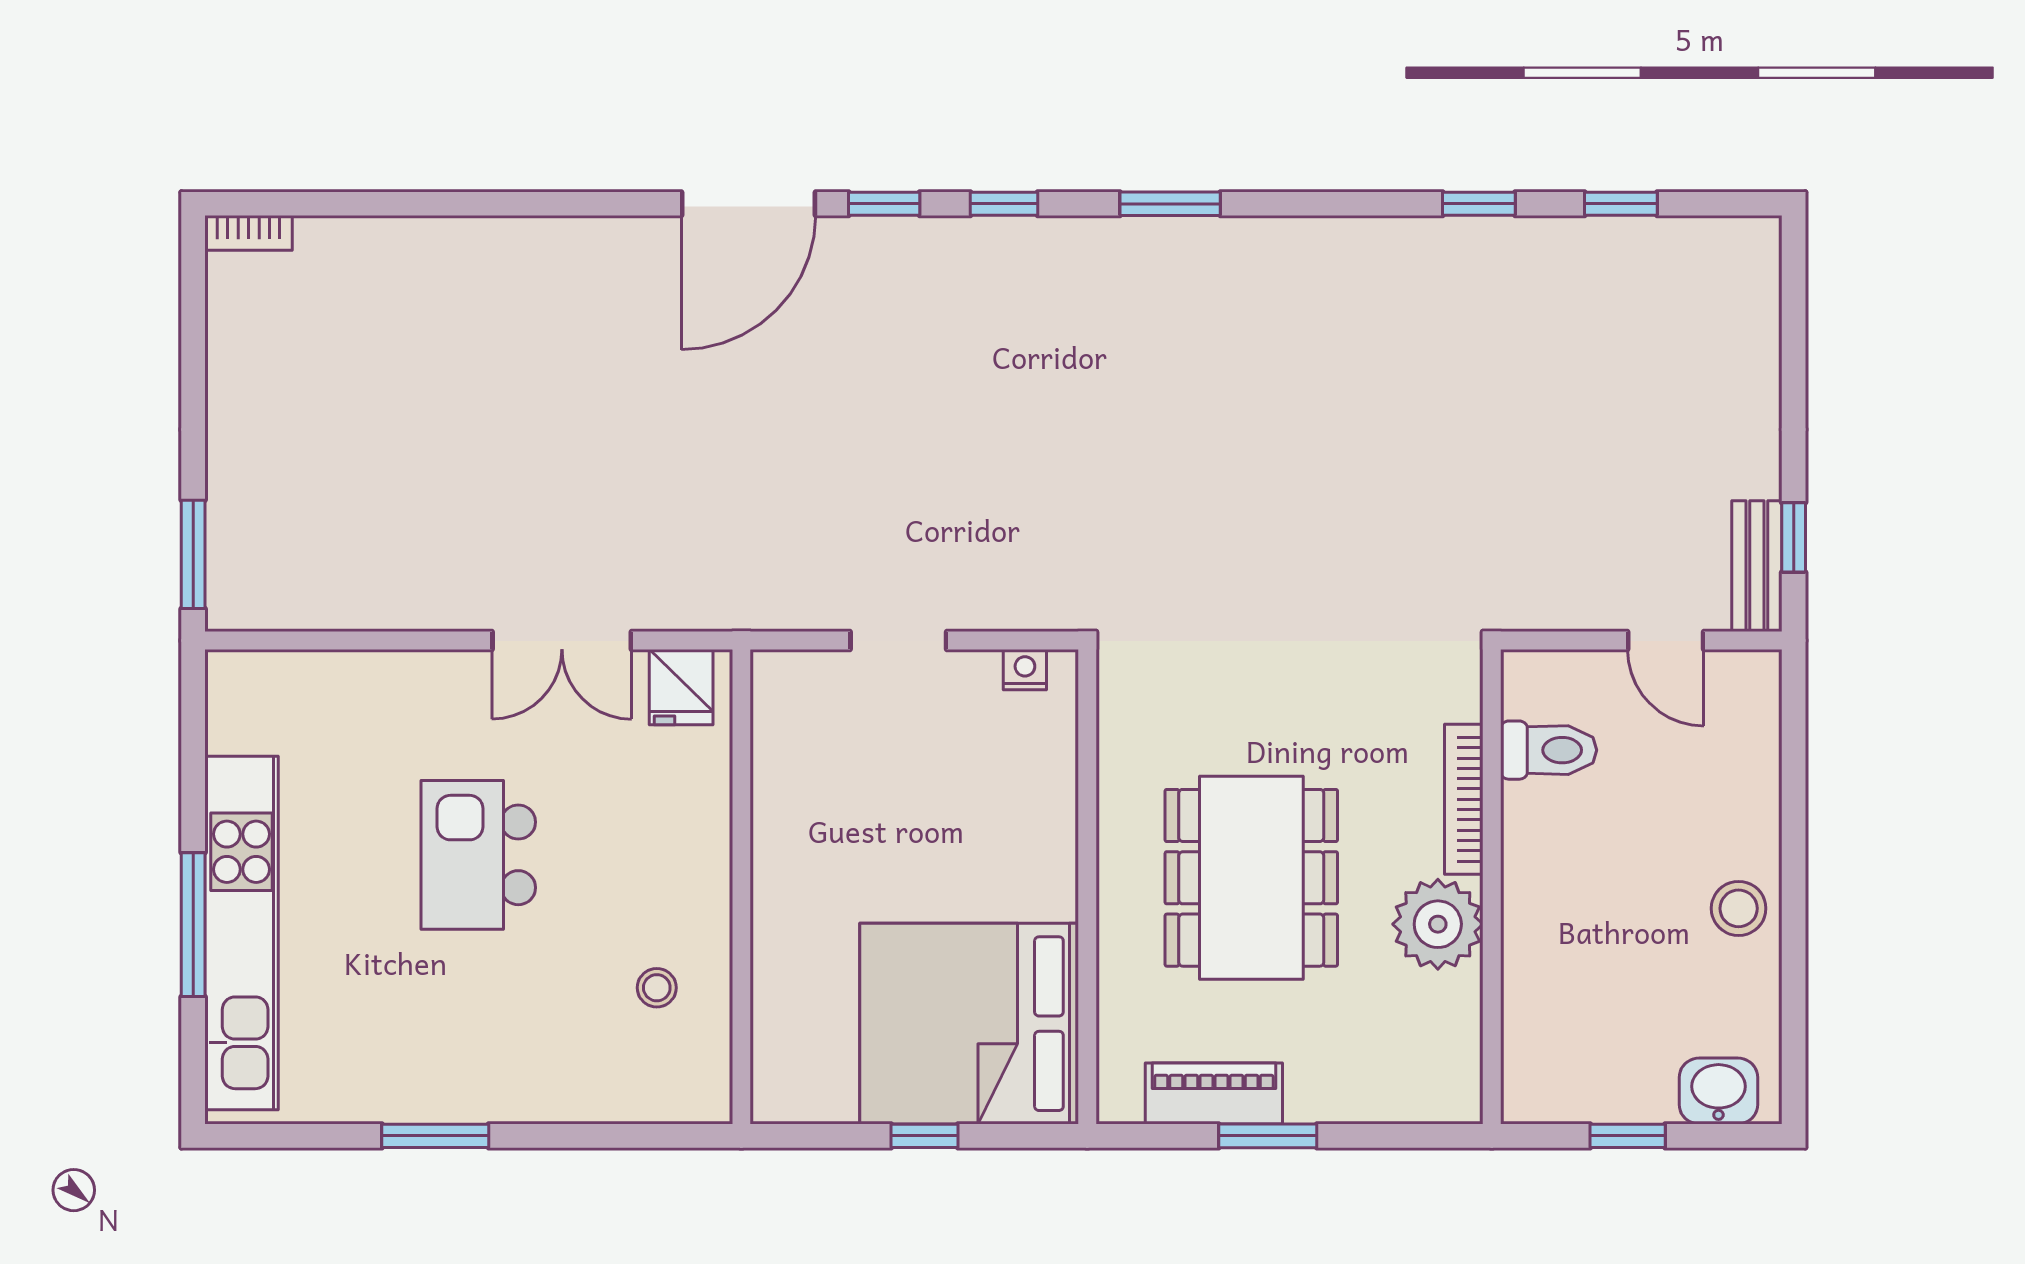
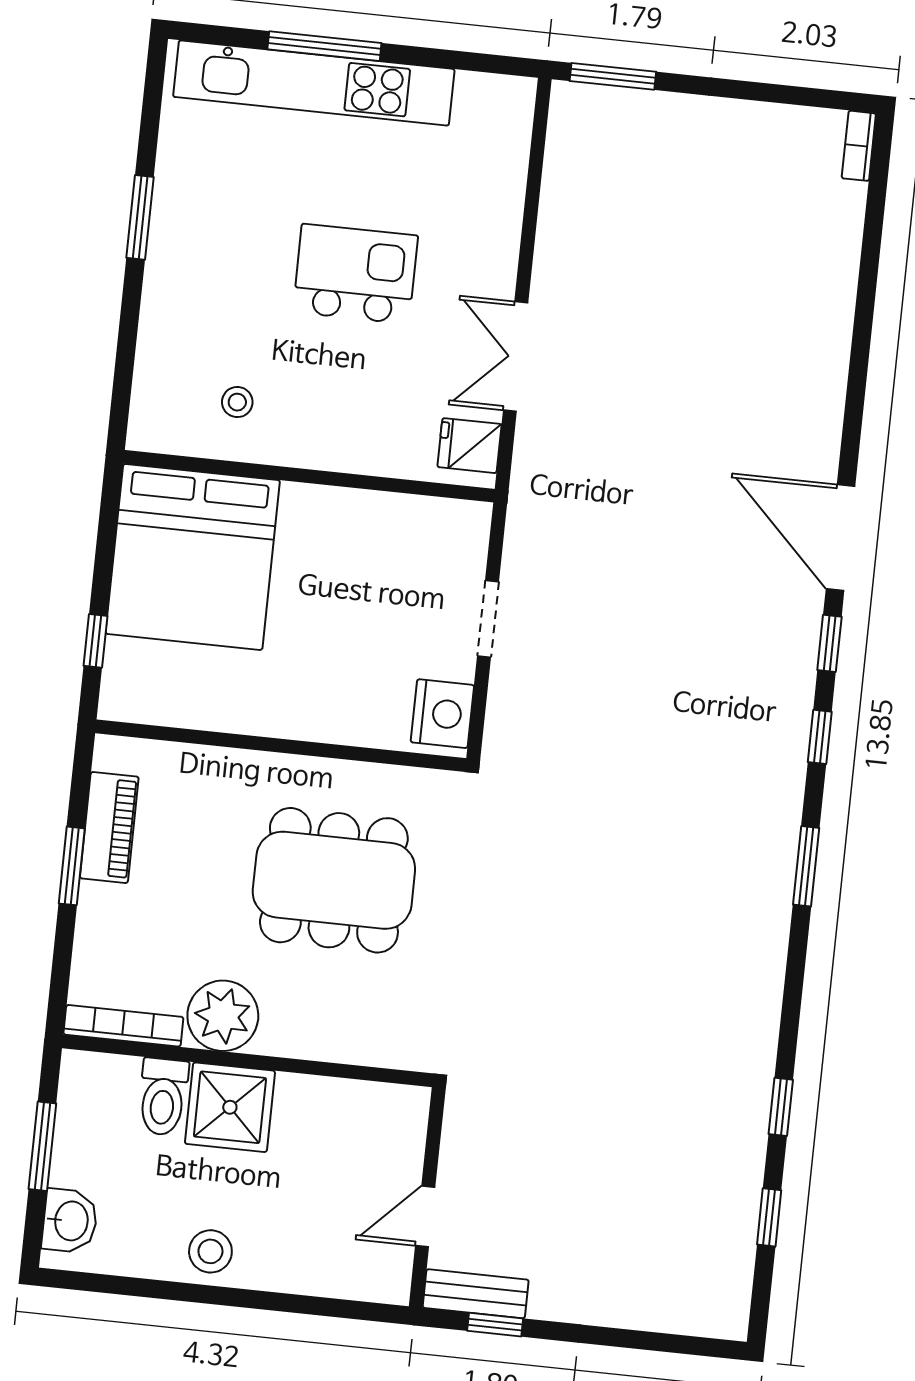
nightstand: (1025, 670) -> (442, 714), width x1.89, depth x1.79
toilet: (1549, 750) -> (163, 1097), moved
bookcase: (1464, 799) -> (123, 1026), moved
dining table: (1251, 878) -> (334, 880), moved
shower: (1553, 903) -> (230, 1107), added
bed: (969, 1024) -> (193, 557), moved, turned 180
window: (925, 1136) -> (95, 641), moved
window: (1628, 1136) -> (42, 1146), width x1.50

